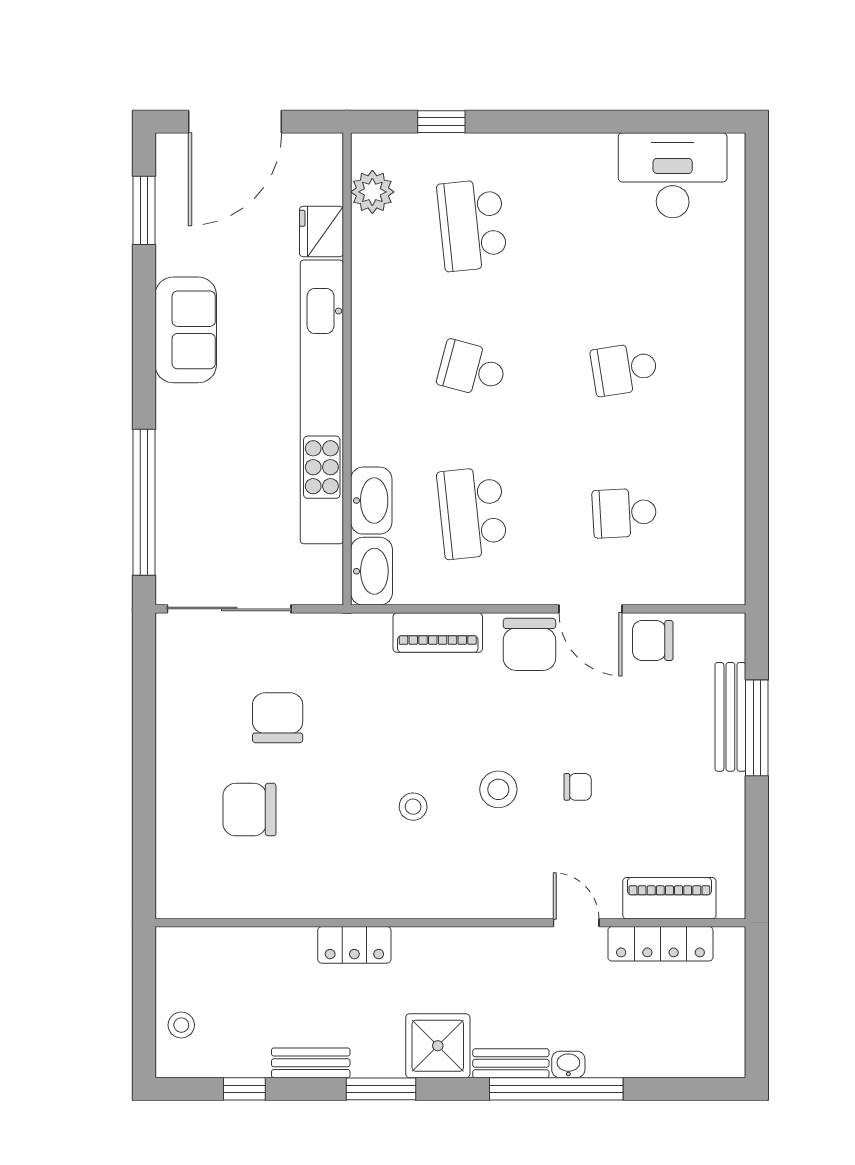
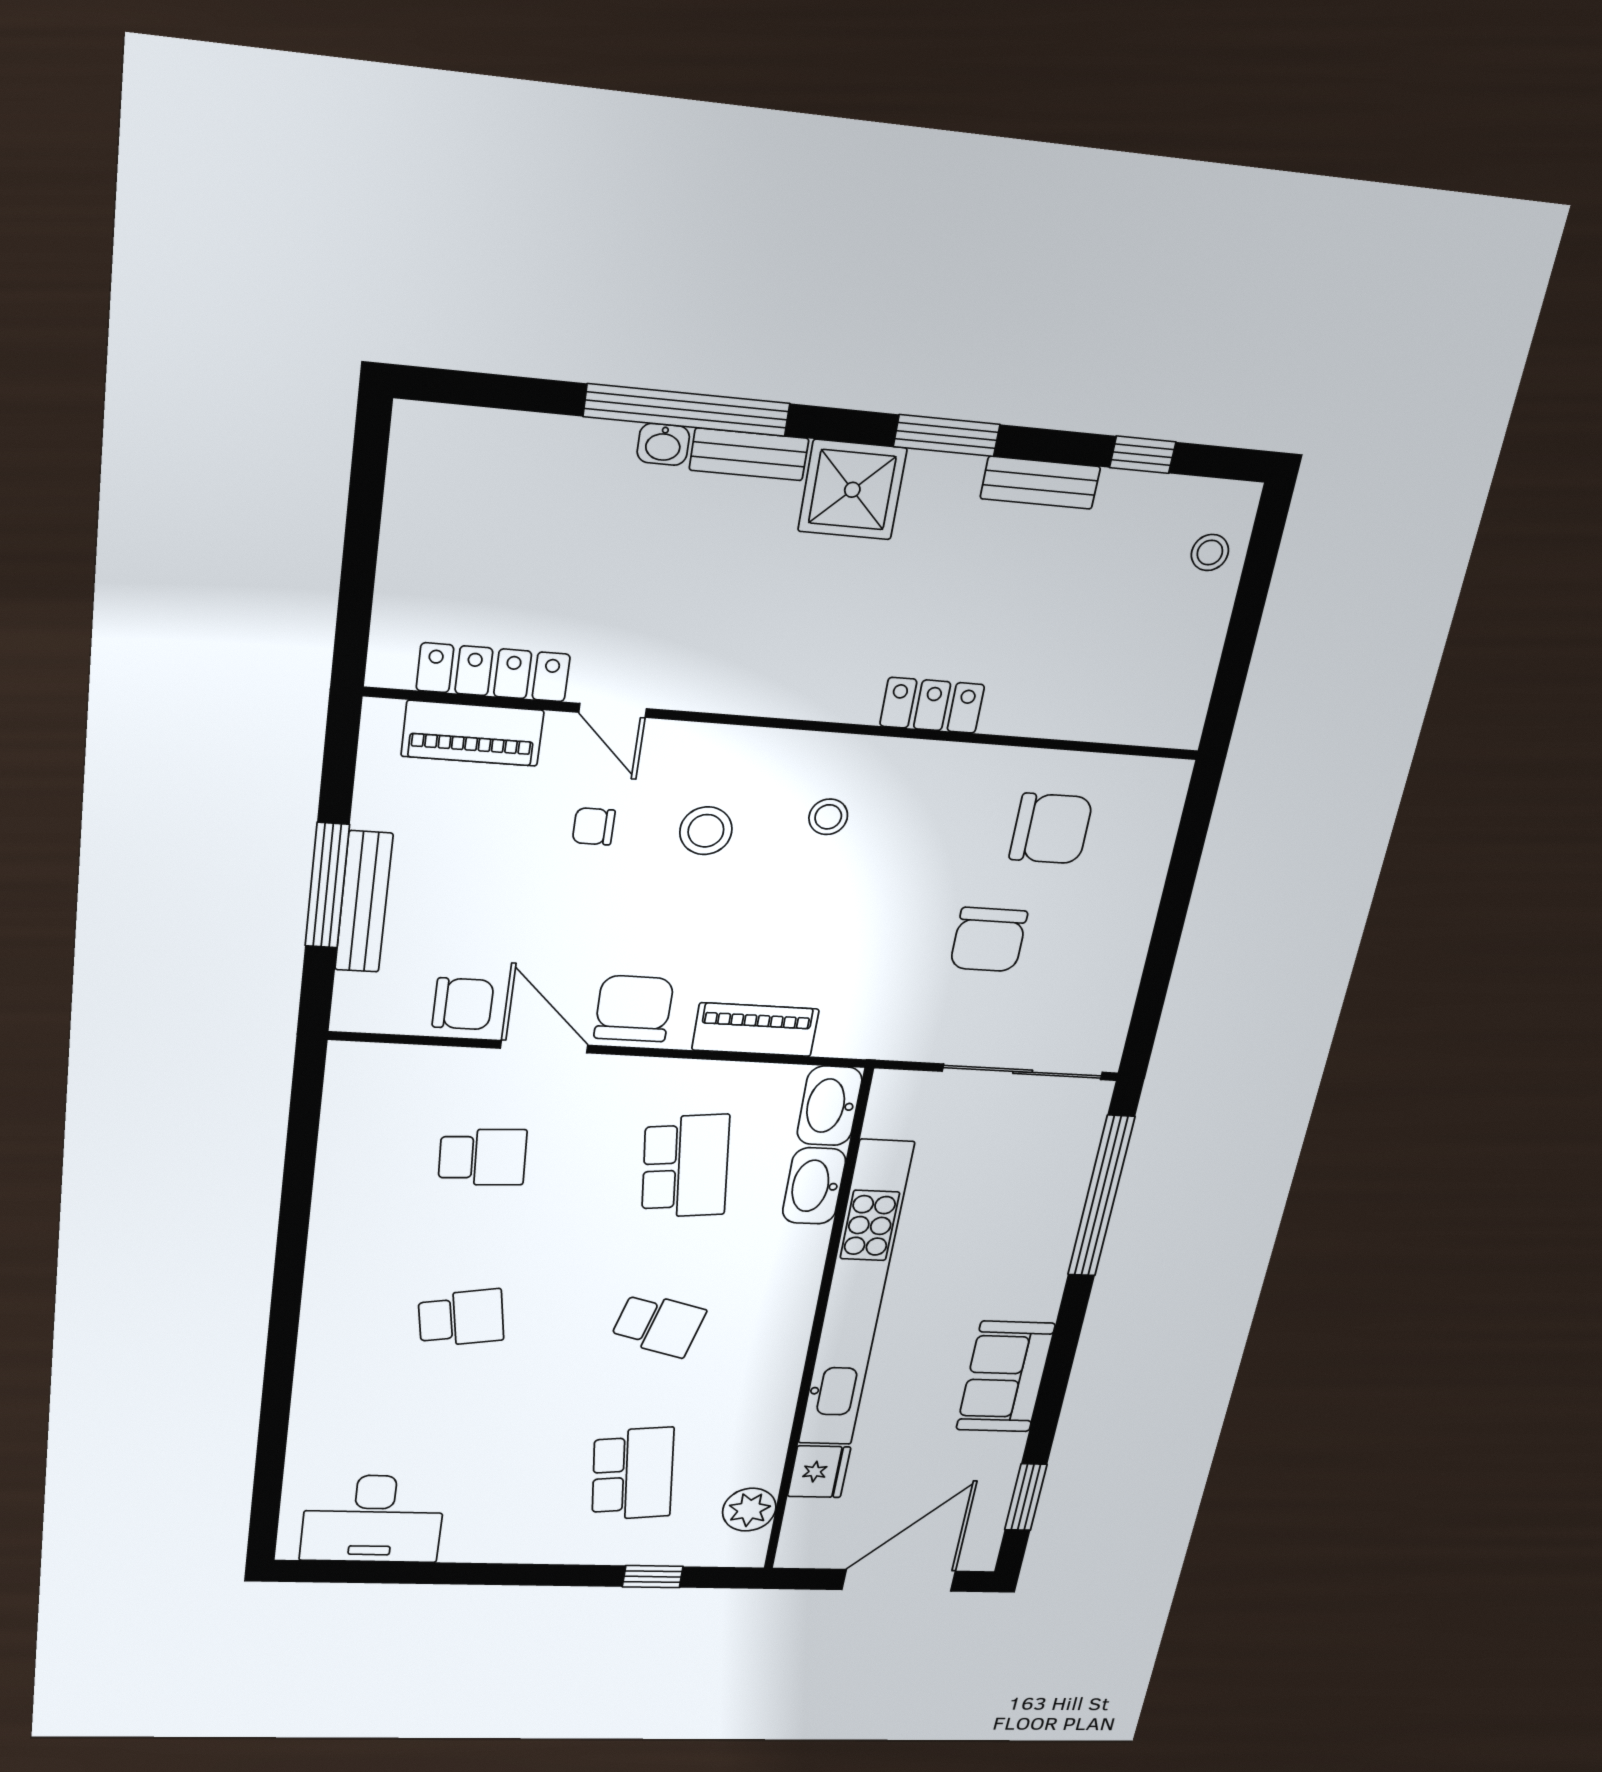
piano: (669, 898) -> (472, 733), moved
wall: (450, 923) -> (792, 724), moved
door: (576, 923) -> (613, 710), moved
locker: (660, 944) -> (493, 672), moved
locker: (354, 945) -> (932, 705), moved

